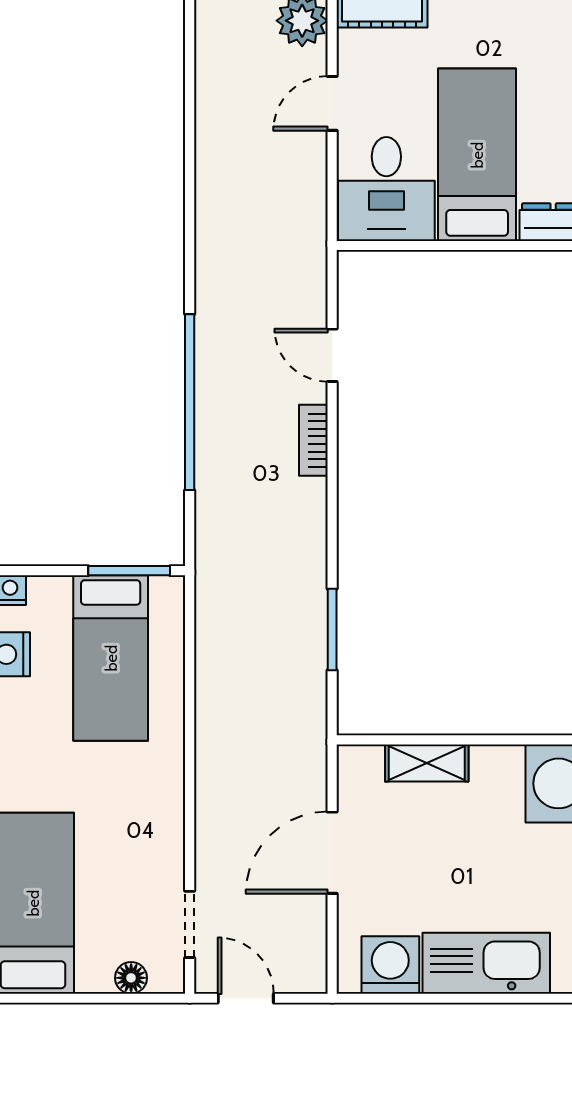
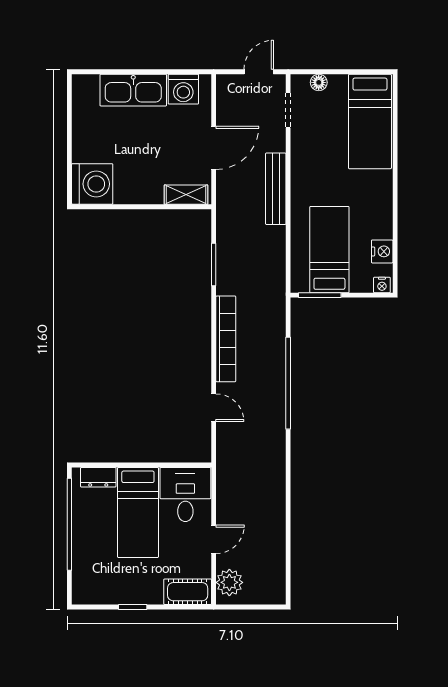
bookcase: (313, 440) -> (226, 339), width x2.31, depth x1.31
shelving: (427, 763) -> (186, 195), moved
bench: (213, 774) -> (276, 189), added
door: (246, 998) -> (259, 72), swing flipped

